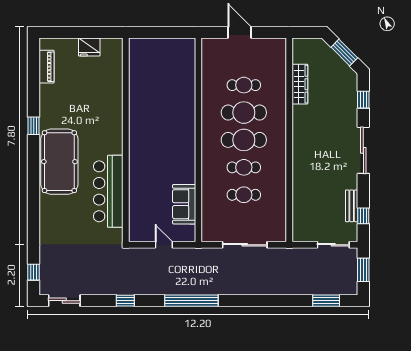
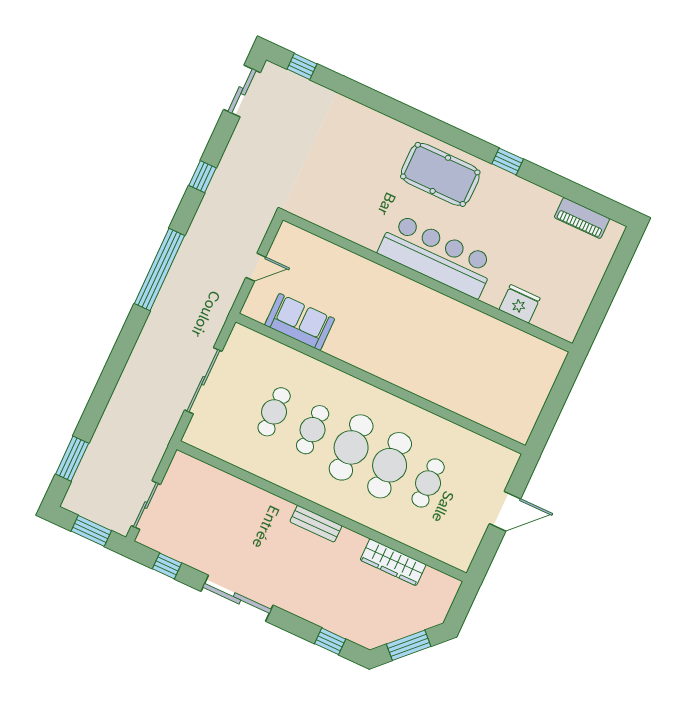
fridge: (89, 47) -> (520, 304), moved, turned 90
sliding door: (363, 150) -> (237, 598), moved
pool table: (59, 162) -> (440, 174), width x0.73, depth x0.76
bar counter: (108, 191) -> (437, 256), moved
bench: (352, 206) -> (316, 524), moved

